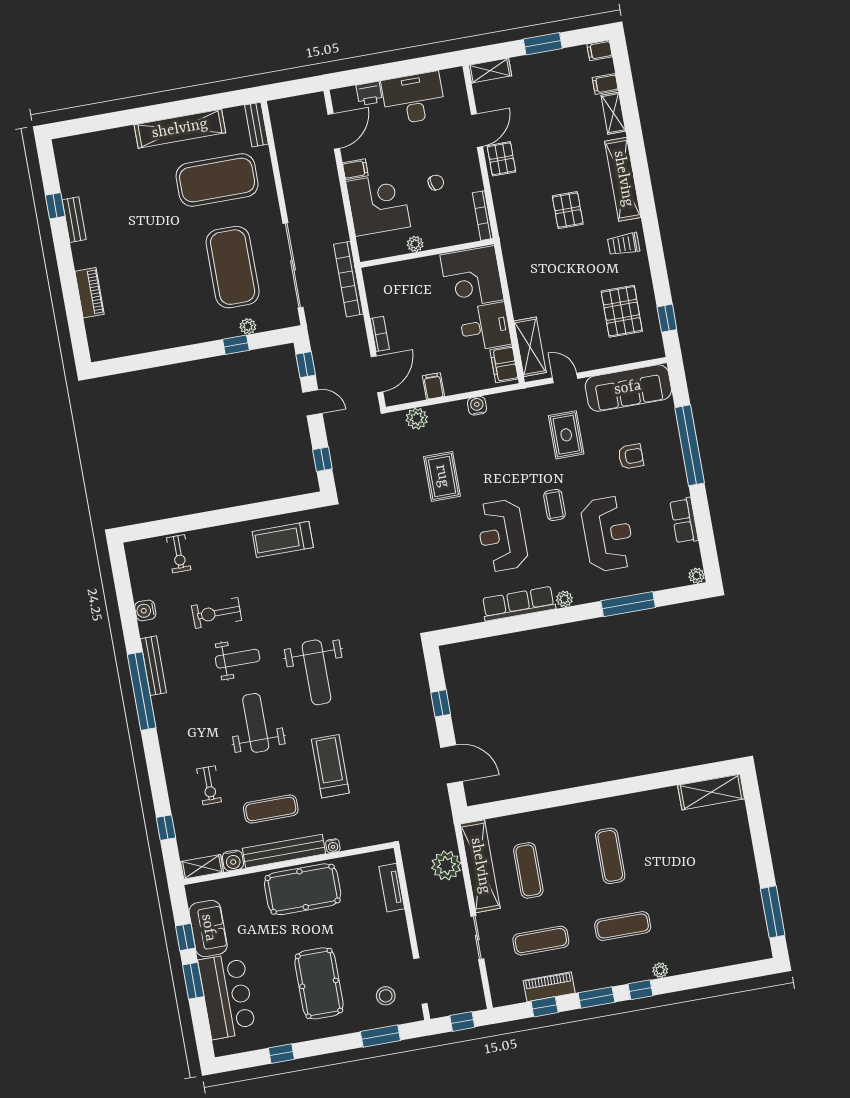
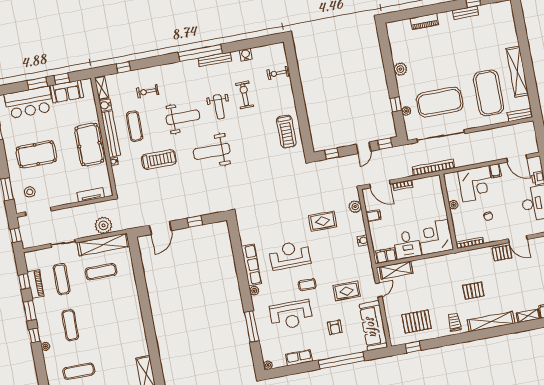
plant: (173, 336) -> (400, 69), added
treadmill: (283, 539) -> (286, 132), turned 180
exercise mat: (610, 856) -> (79, 371), moved

